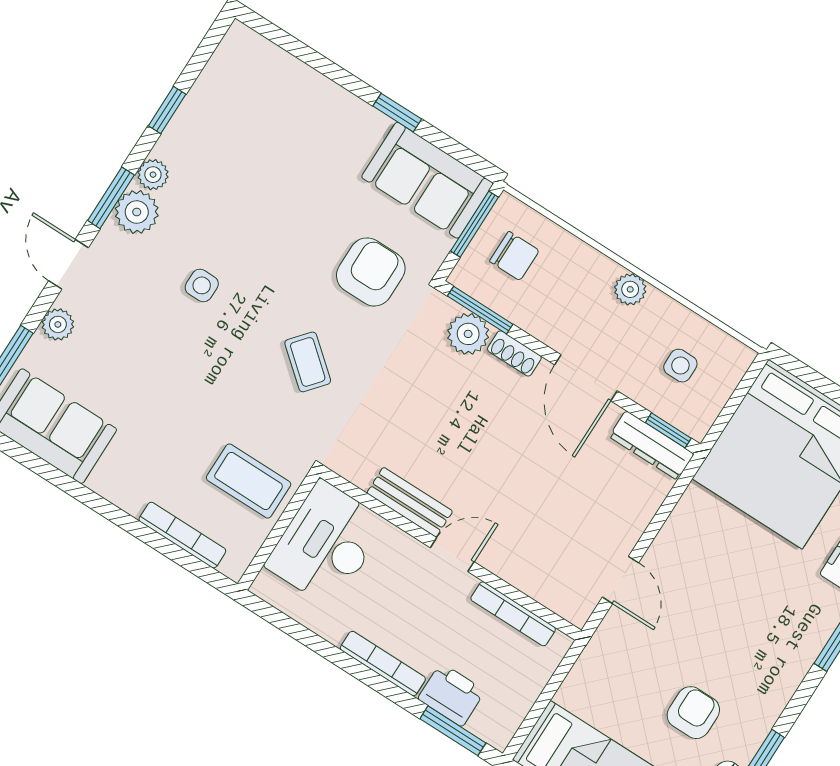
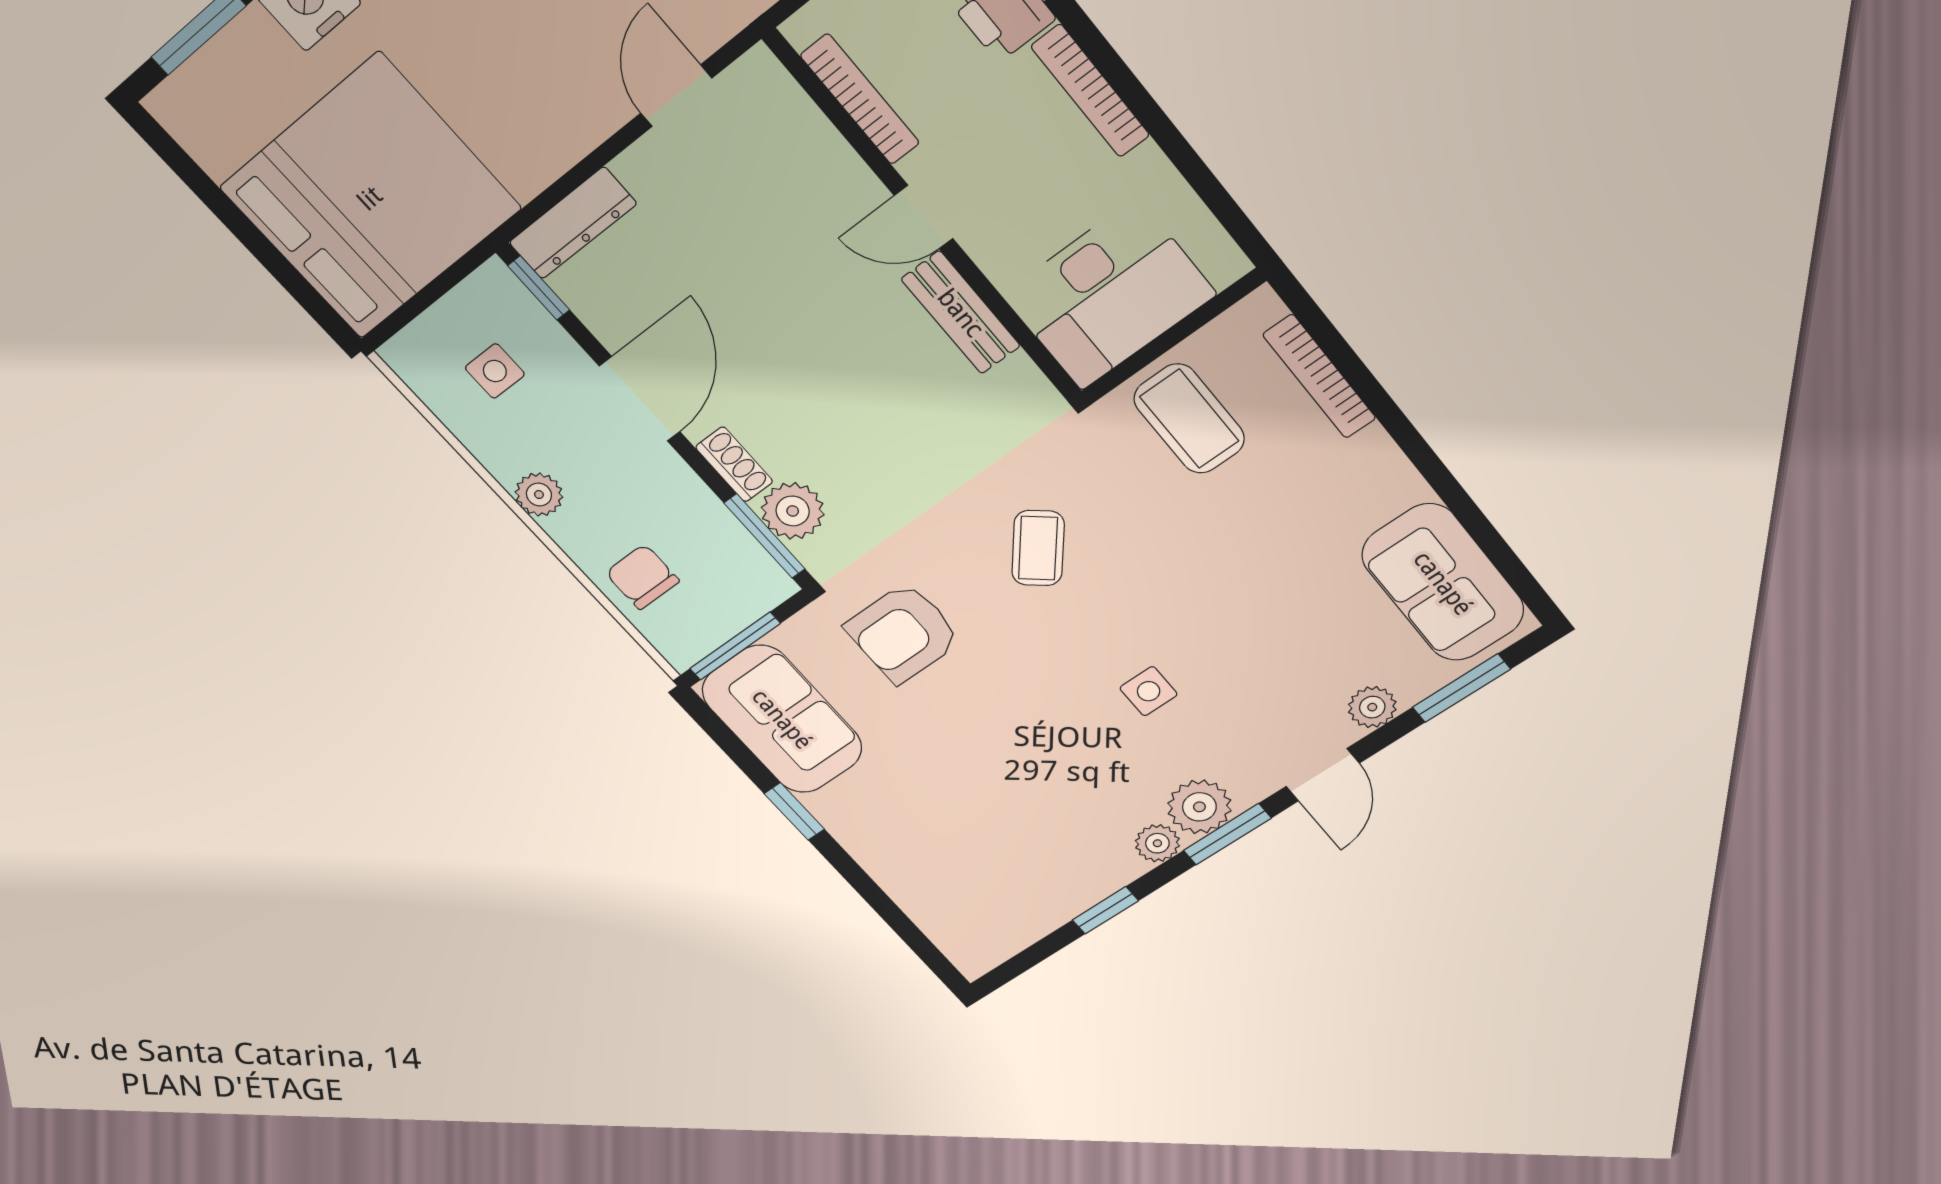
chair: (514, 256) -> (642, 577), moved
dresser: (652, 445) -> (573, 223), moved, turned 90

